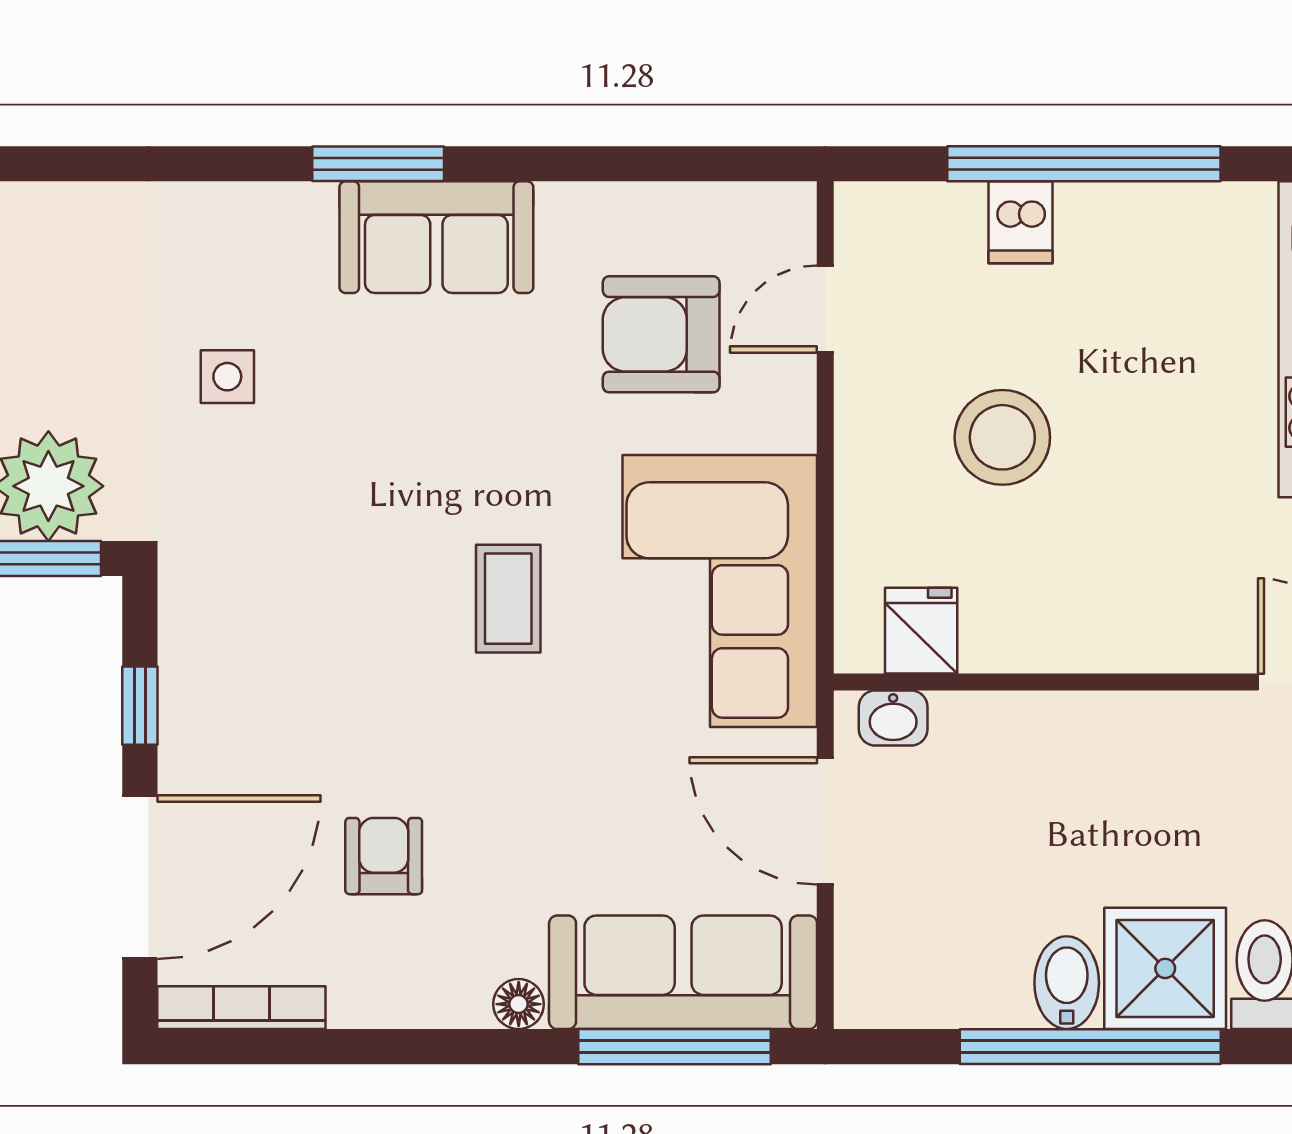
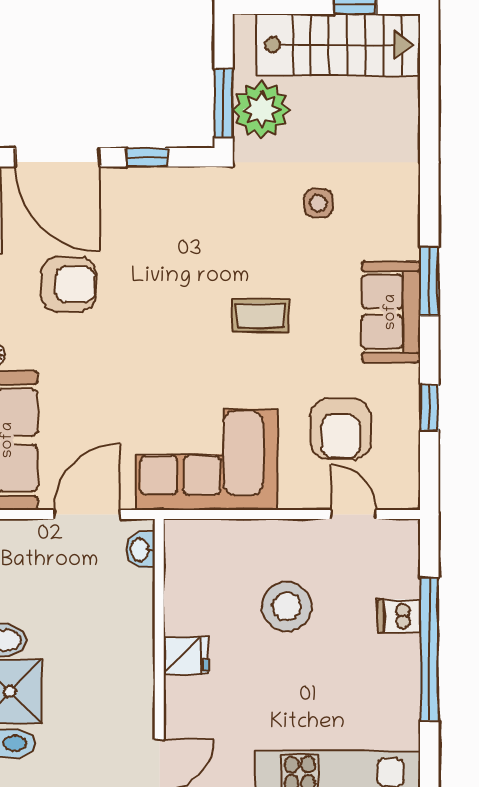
window: (620, 164) -> (429, 408), added
armchair: (661, 334) -> (340, 429), turned 180
coffee table: (508, 599) -> (261, 316), moved
fridge: (921, 631) -> (186, 656), moved
armchair: (384, 856) -> (69, 284), width x1.38, depth x1.38

